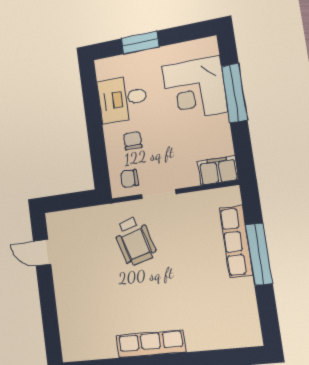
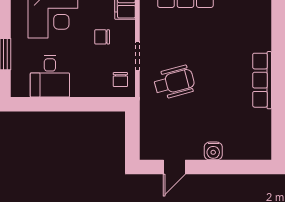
chair: (133, 141) -> (102, 37), moved
water cooler: (64, 295) -> (213, 151), added

